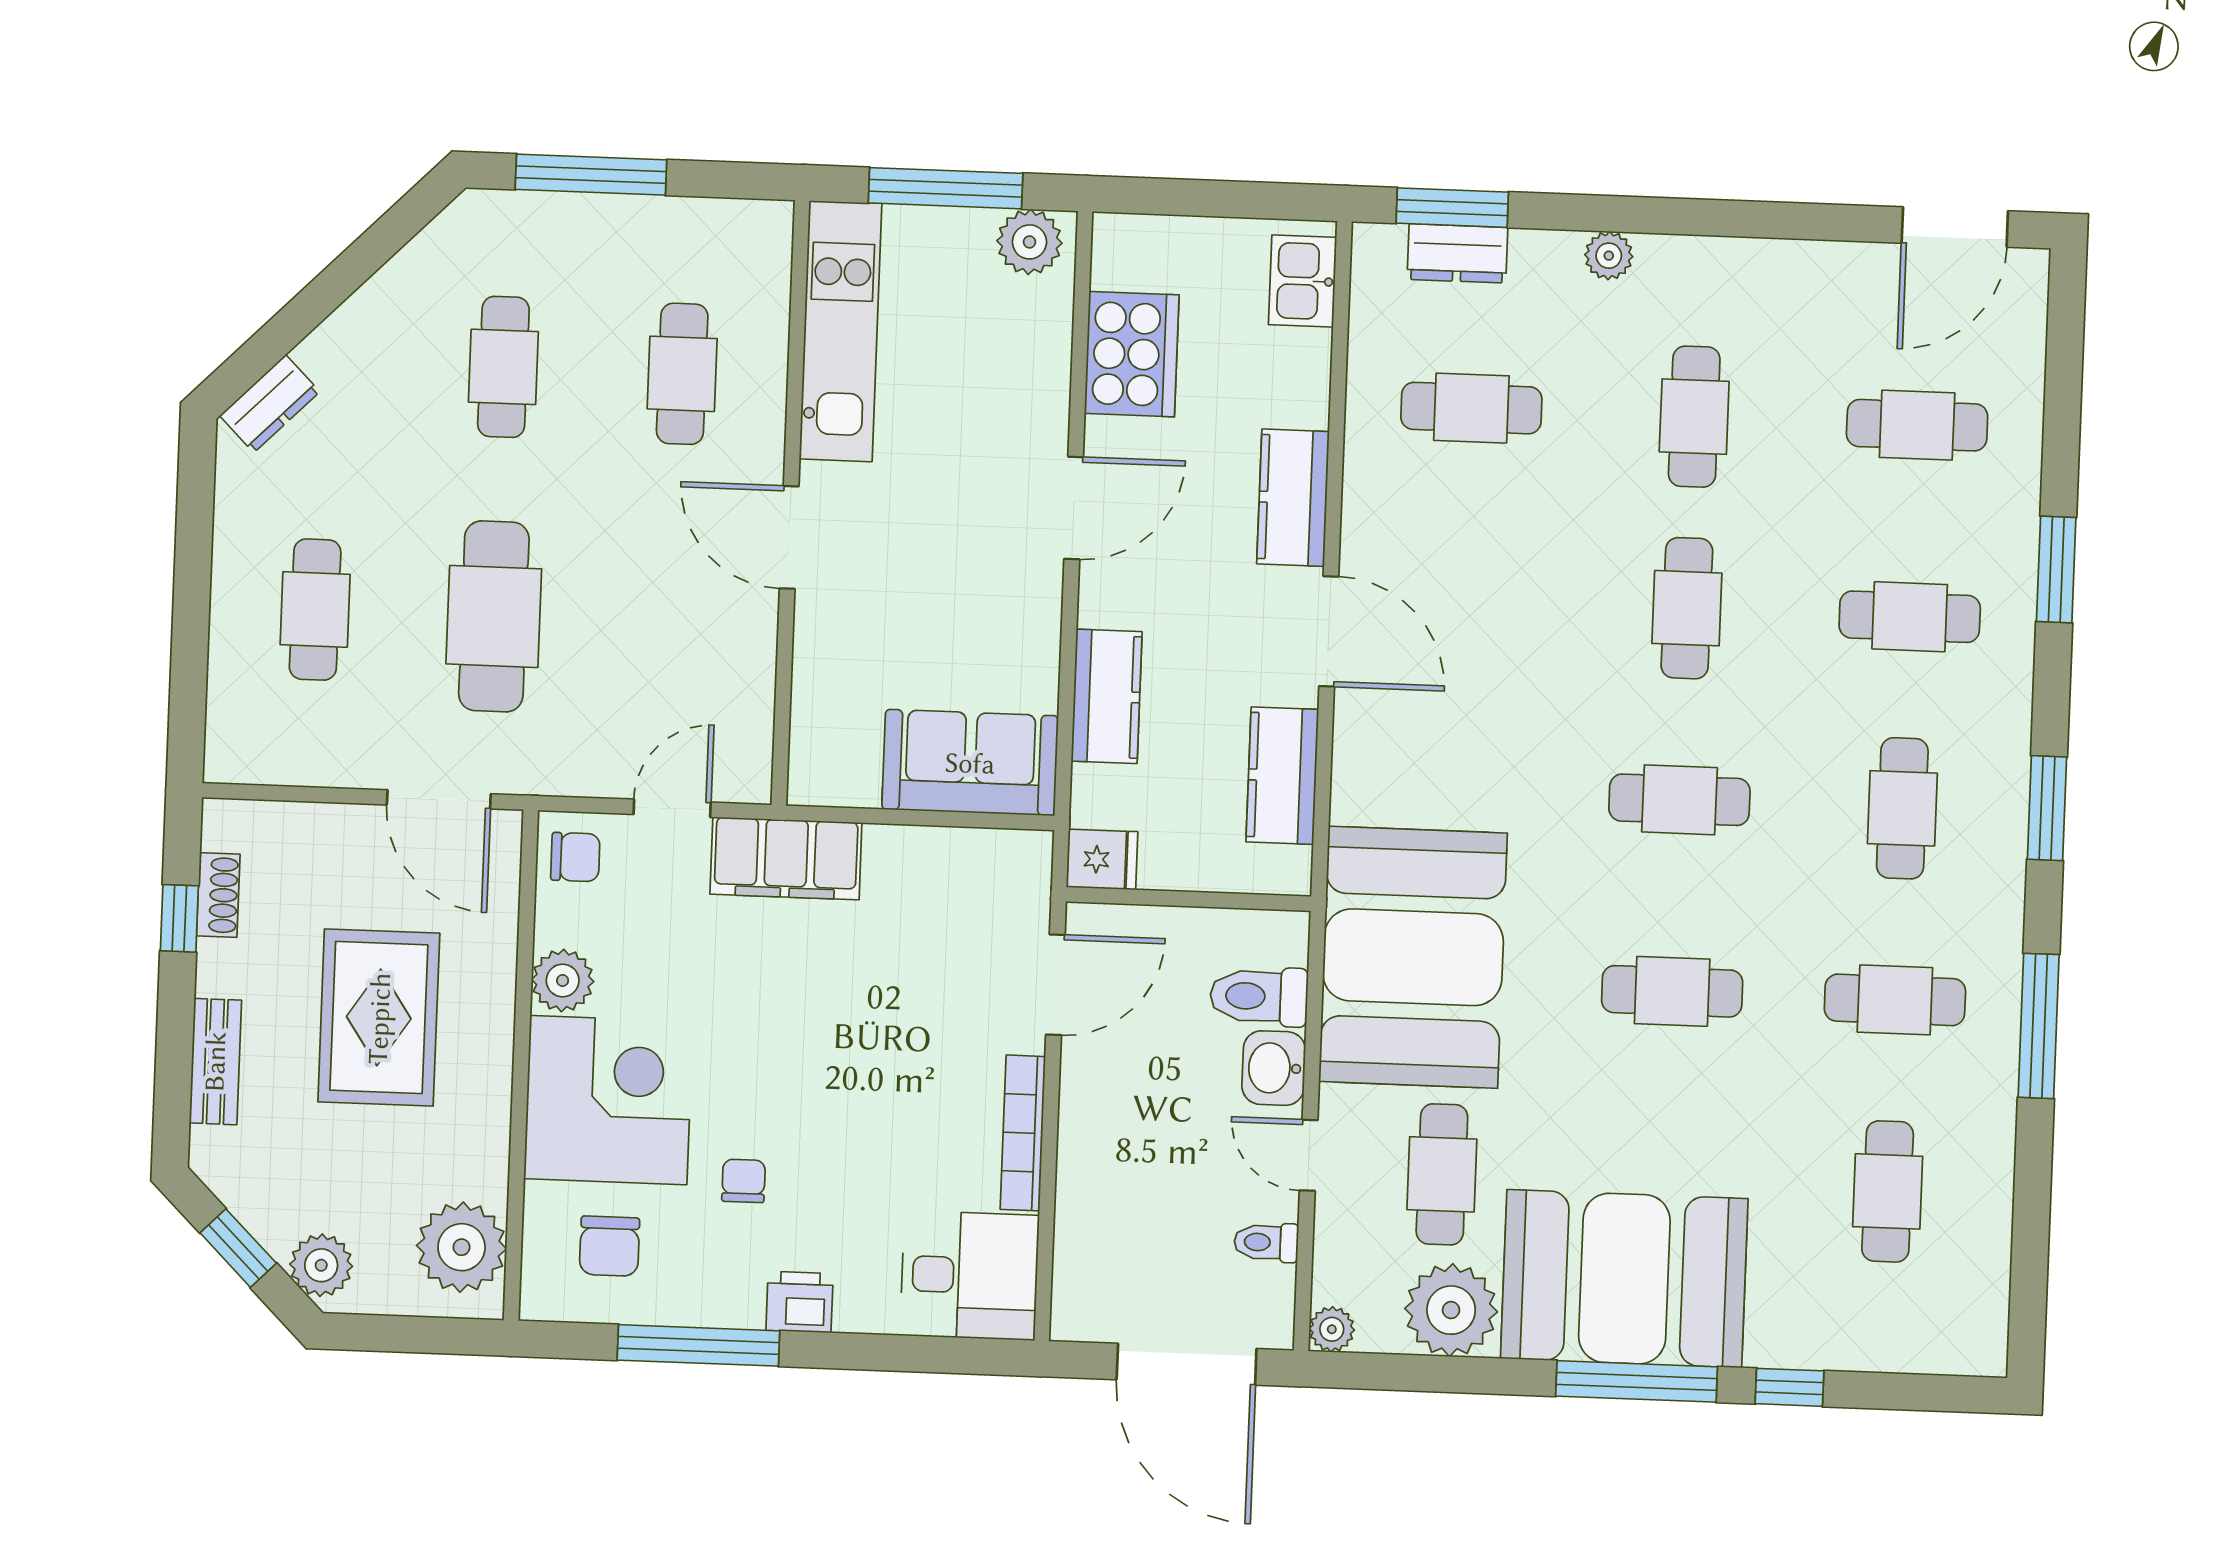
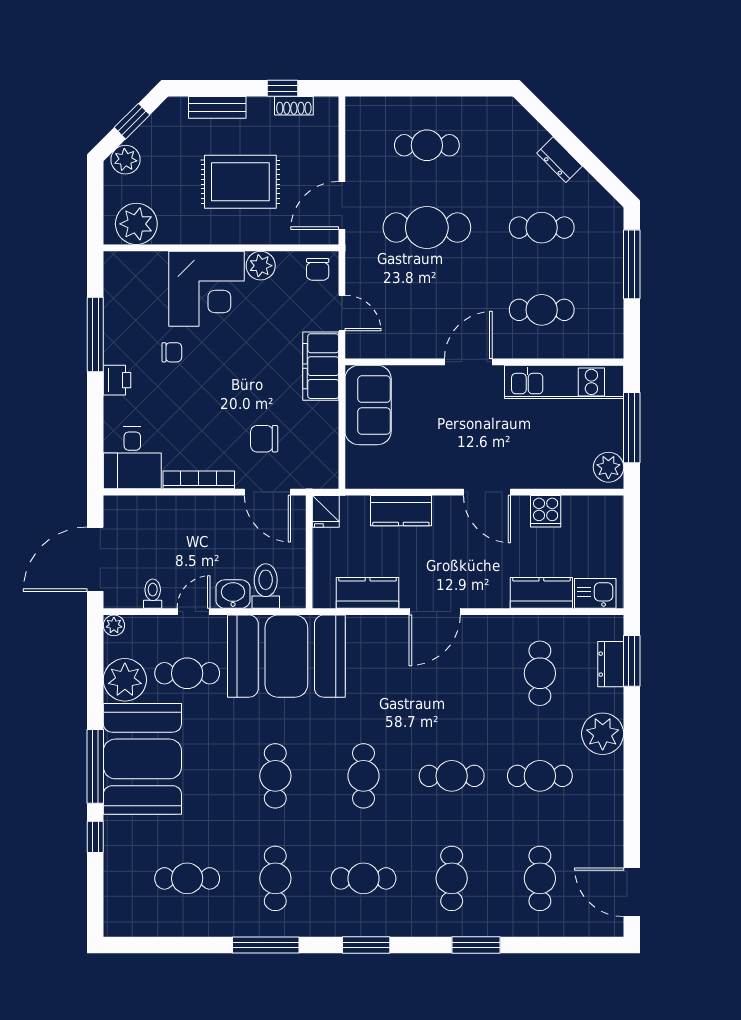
plant: (1609, 256) -> (603, 734), width x1.88, depth x1.88
cooker: (1132, 354) -> (546, 511), width x0.53, depth x0.76
dresser: (270, 404) -> (560, 160), moved
kitchen counter: (1293, 498) -> (541, 593), moved
sofa: (970, 763) -> (368, 405), moved
chair: (609, 1246) -> (264, 439), moved

